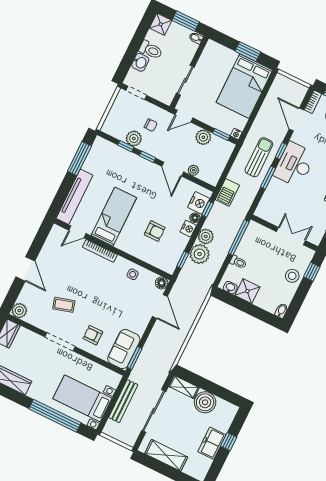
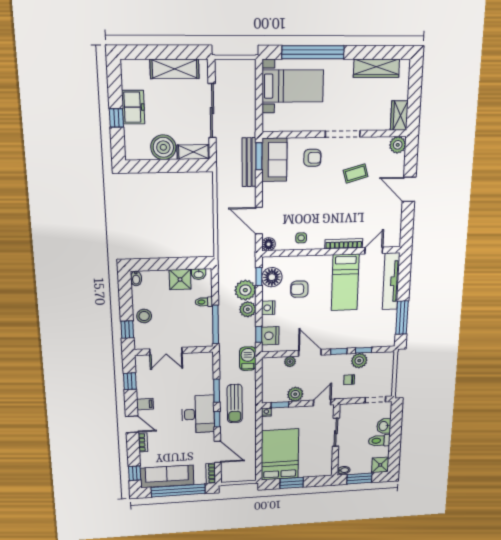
floor lamp: (195, 218) -> (272, 277), moved, width x1.89, depth x1.89
bench: (123, 401) -> (249, 162), moved

